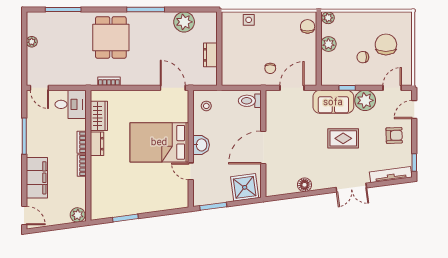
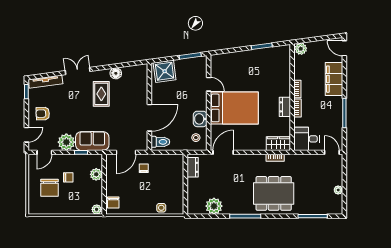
dining table: (111, 37) -> (274, 193), width x1.38
plant: (328, 44) -> (96, 174), moved
dresser: (210, 55) -> (193, 167), moved
door: (173, 88) -> (223, 152), swing flipped
wardrobe: (99, 116) -> (278, 144), moved, turned 90
rug: (343, 138) -> (101, 94), moved, turned 90
washbasin: (201, 145) -> (200, 119), moved
door: (263, 147) -> (149, 118), moved

